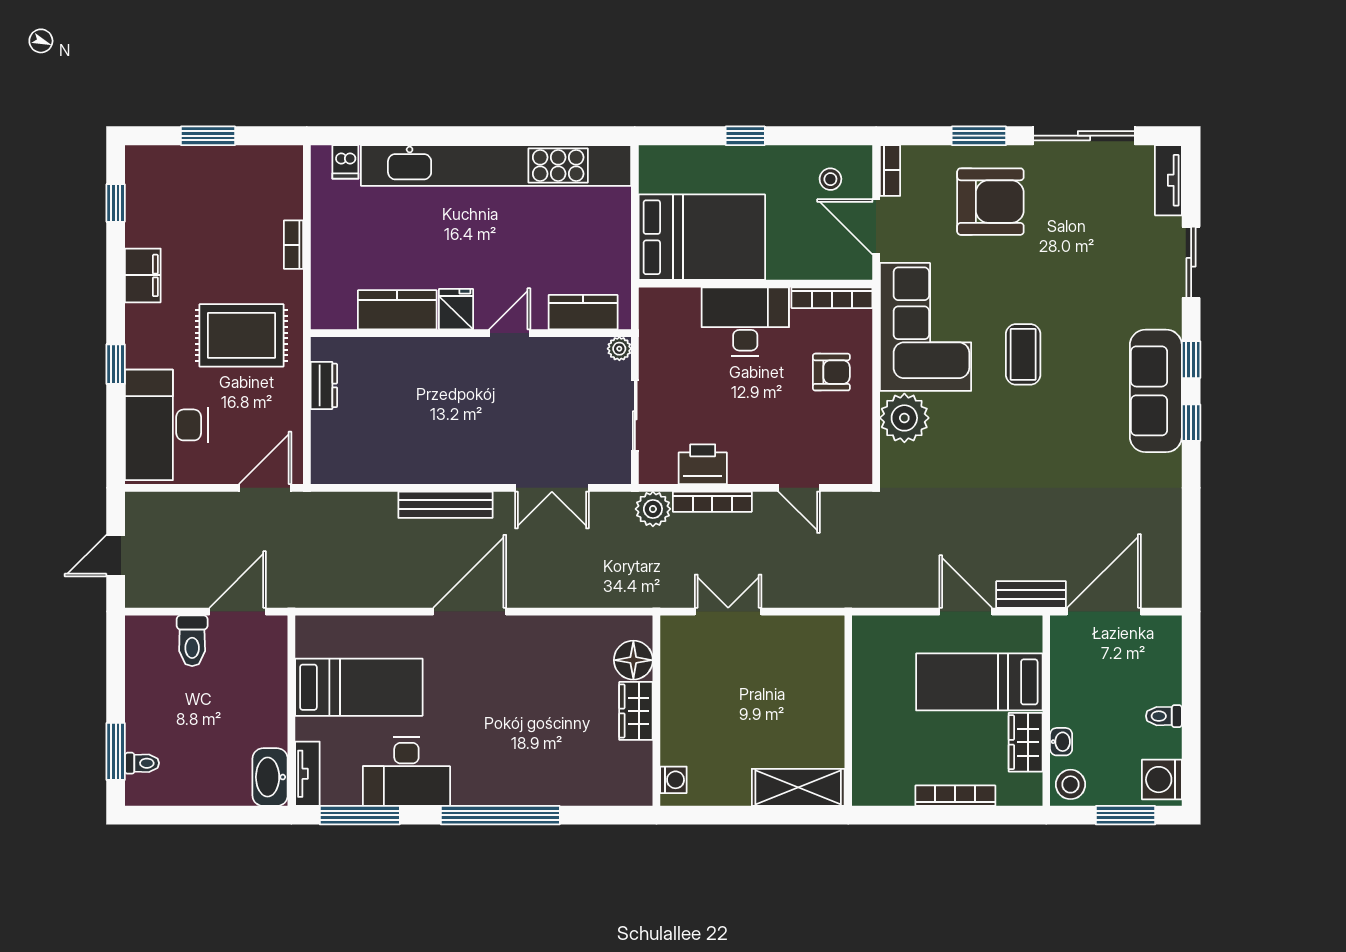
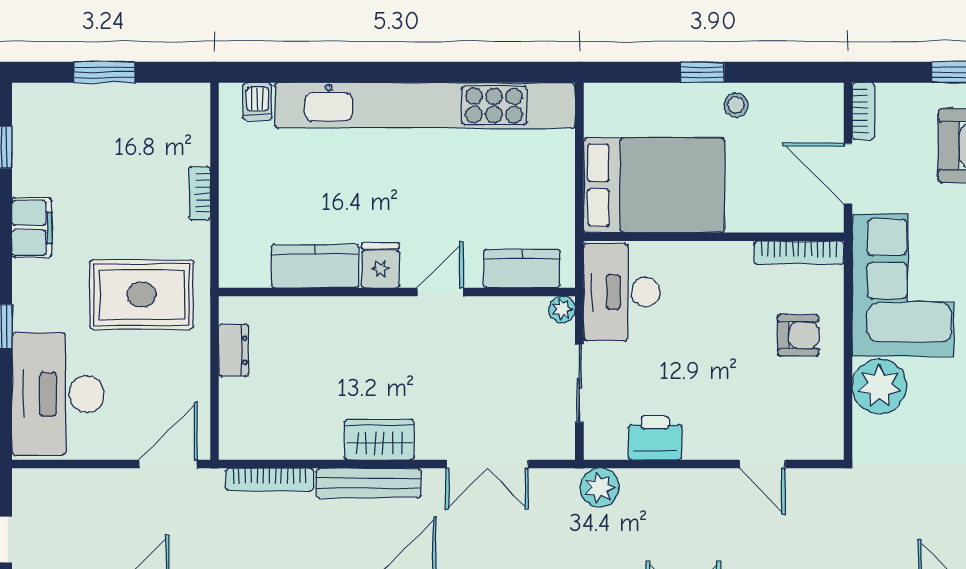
stool: (830, 179) -> (736, 105), moved
desk: (745, 322) -> (622, 292), moved, turned -90
wardrobe: (455, 466) -> (379, 440), added
bookcase: (712, 502) -> (269, 479), moved

